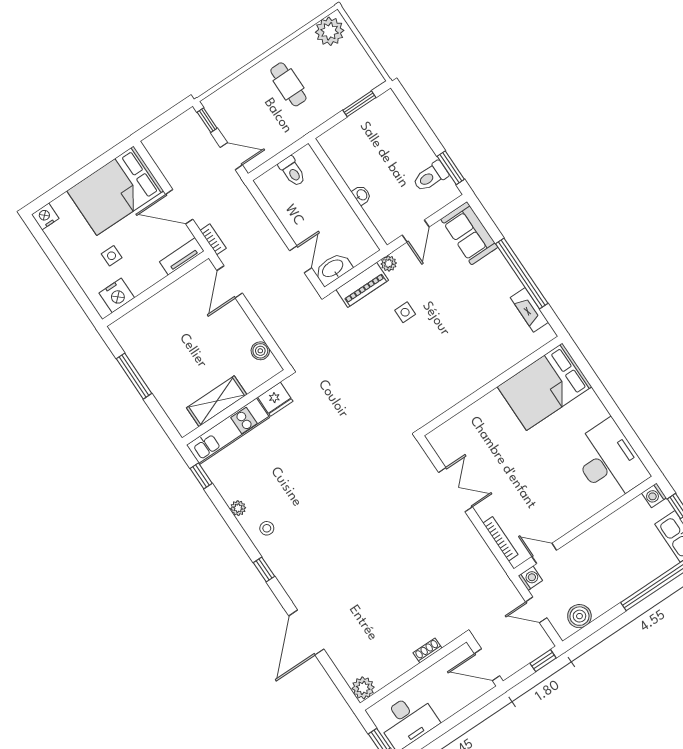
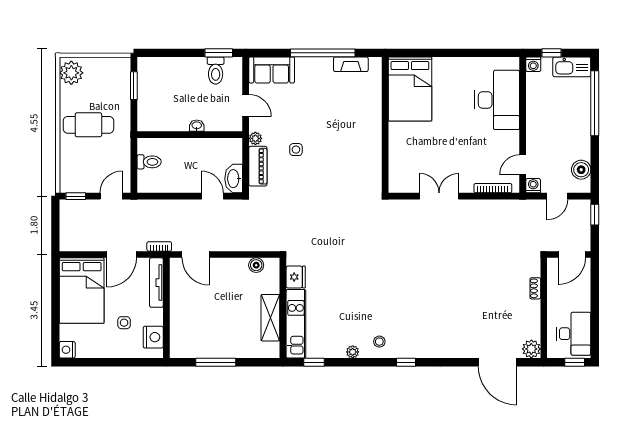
cafe table: (288, 84) -> (88, 125), width x1.37, depth x1.35
tv unit: (182, 256) -> (156, 283), width x1.41
desk: (609, 461) -> (497, 100), moved, turned 90
door: (306, 632) -> (497, 362), moved

